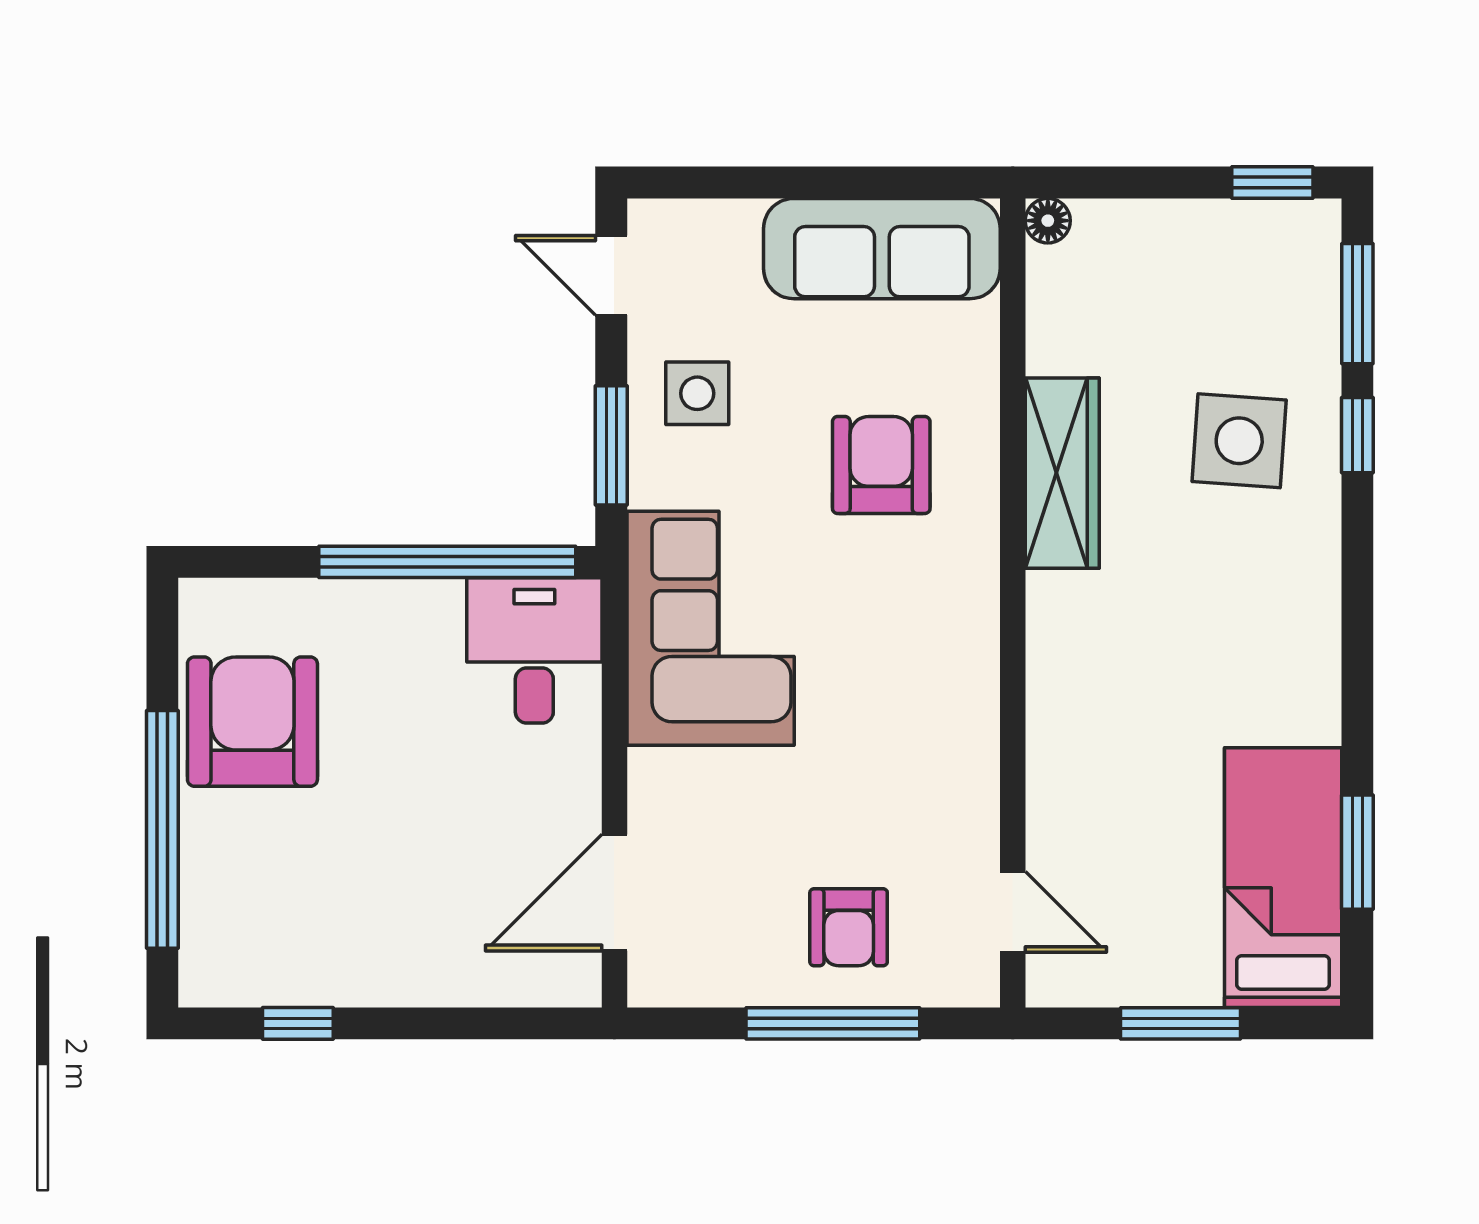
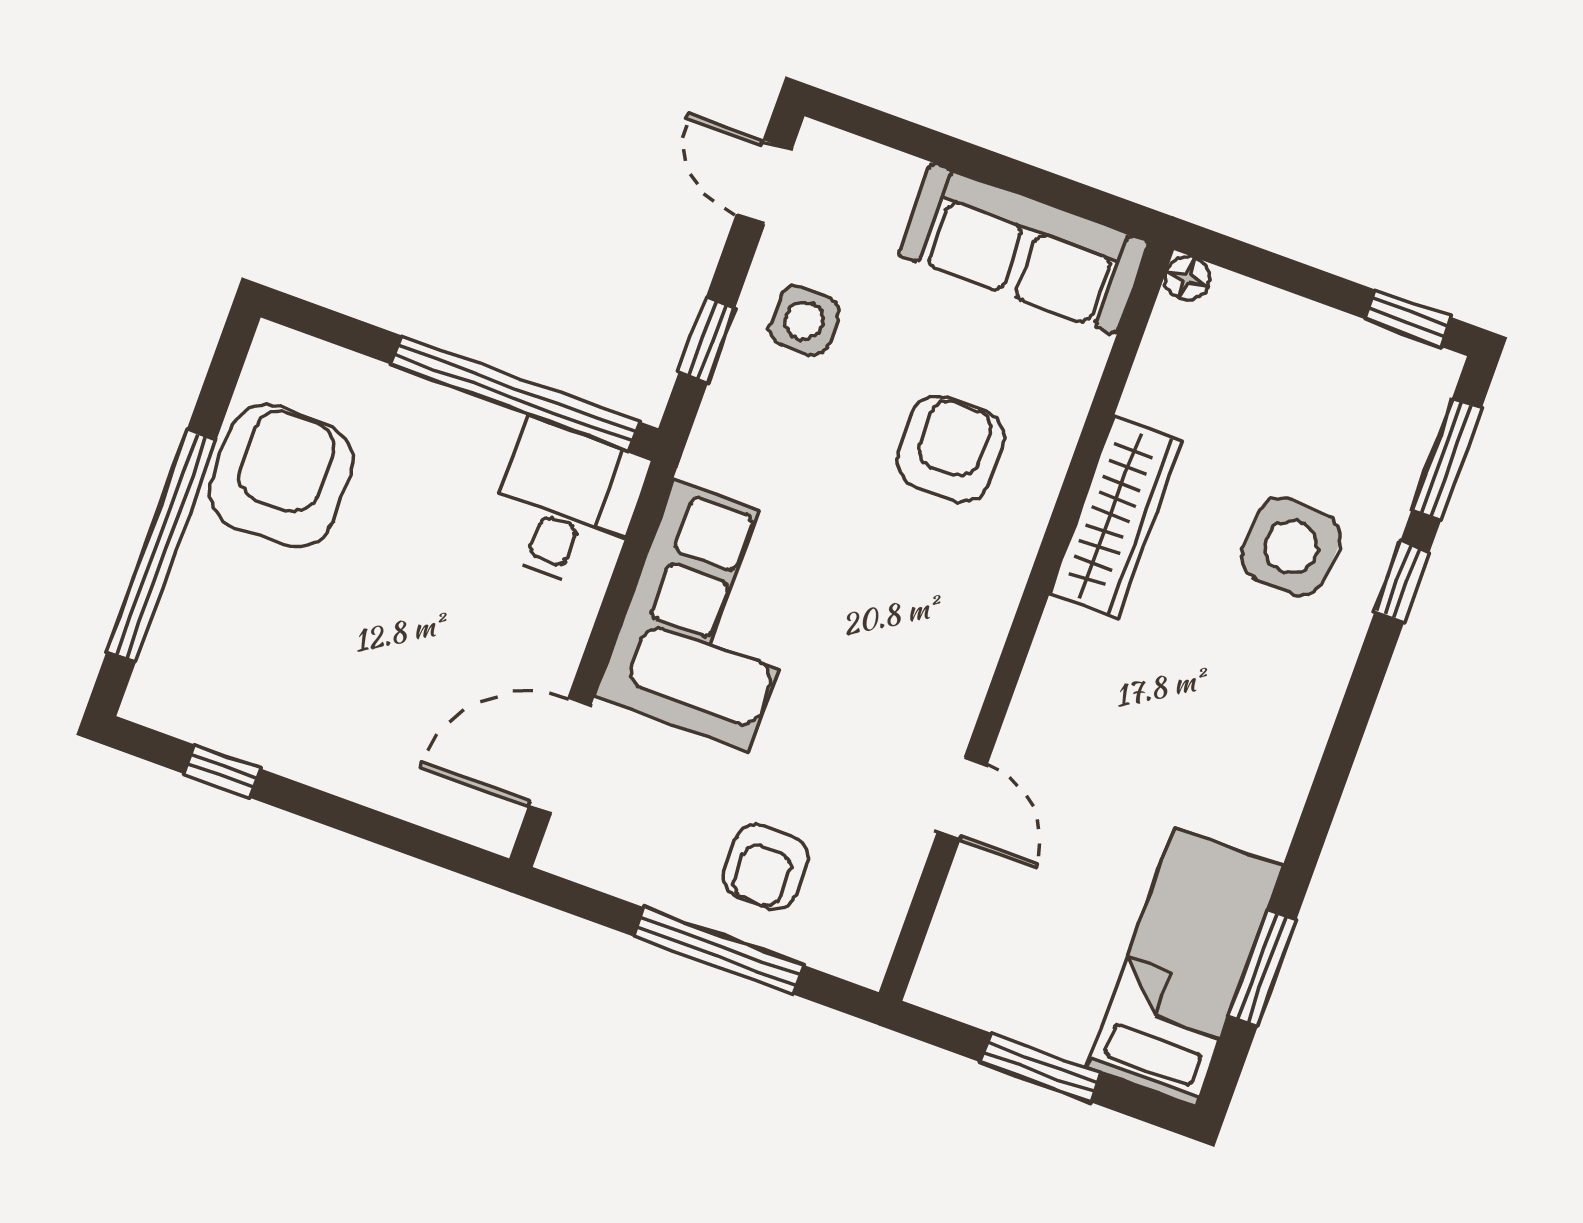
window: (611, 445) -> (707, 340), width x0.67
corner sofa: (711, 628) -> (711, 616), moved
door: (1013, 912) -> (962, 799), moved

